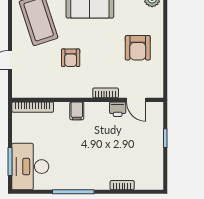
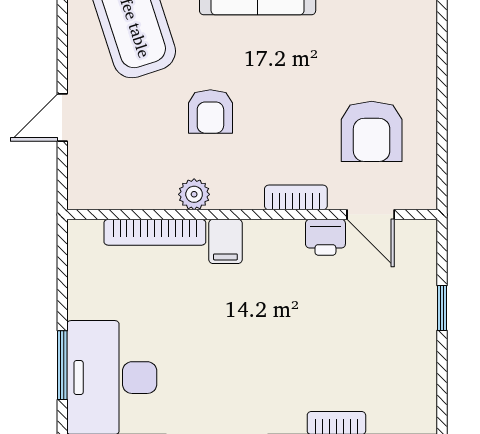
armchair: (138, 48) -> (372, 131), moved
plant: (64, 92) -> (194, 194), added
bookcase: (33, 107) -> (155, 232), moved

